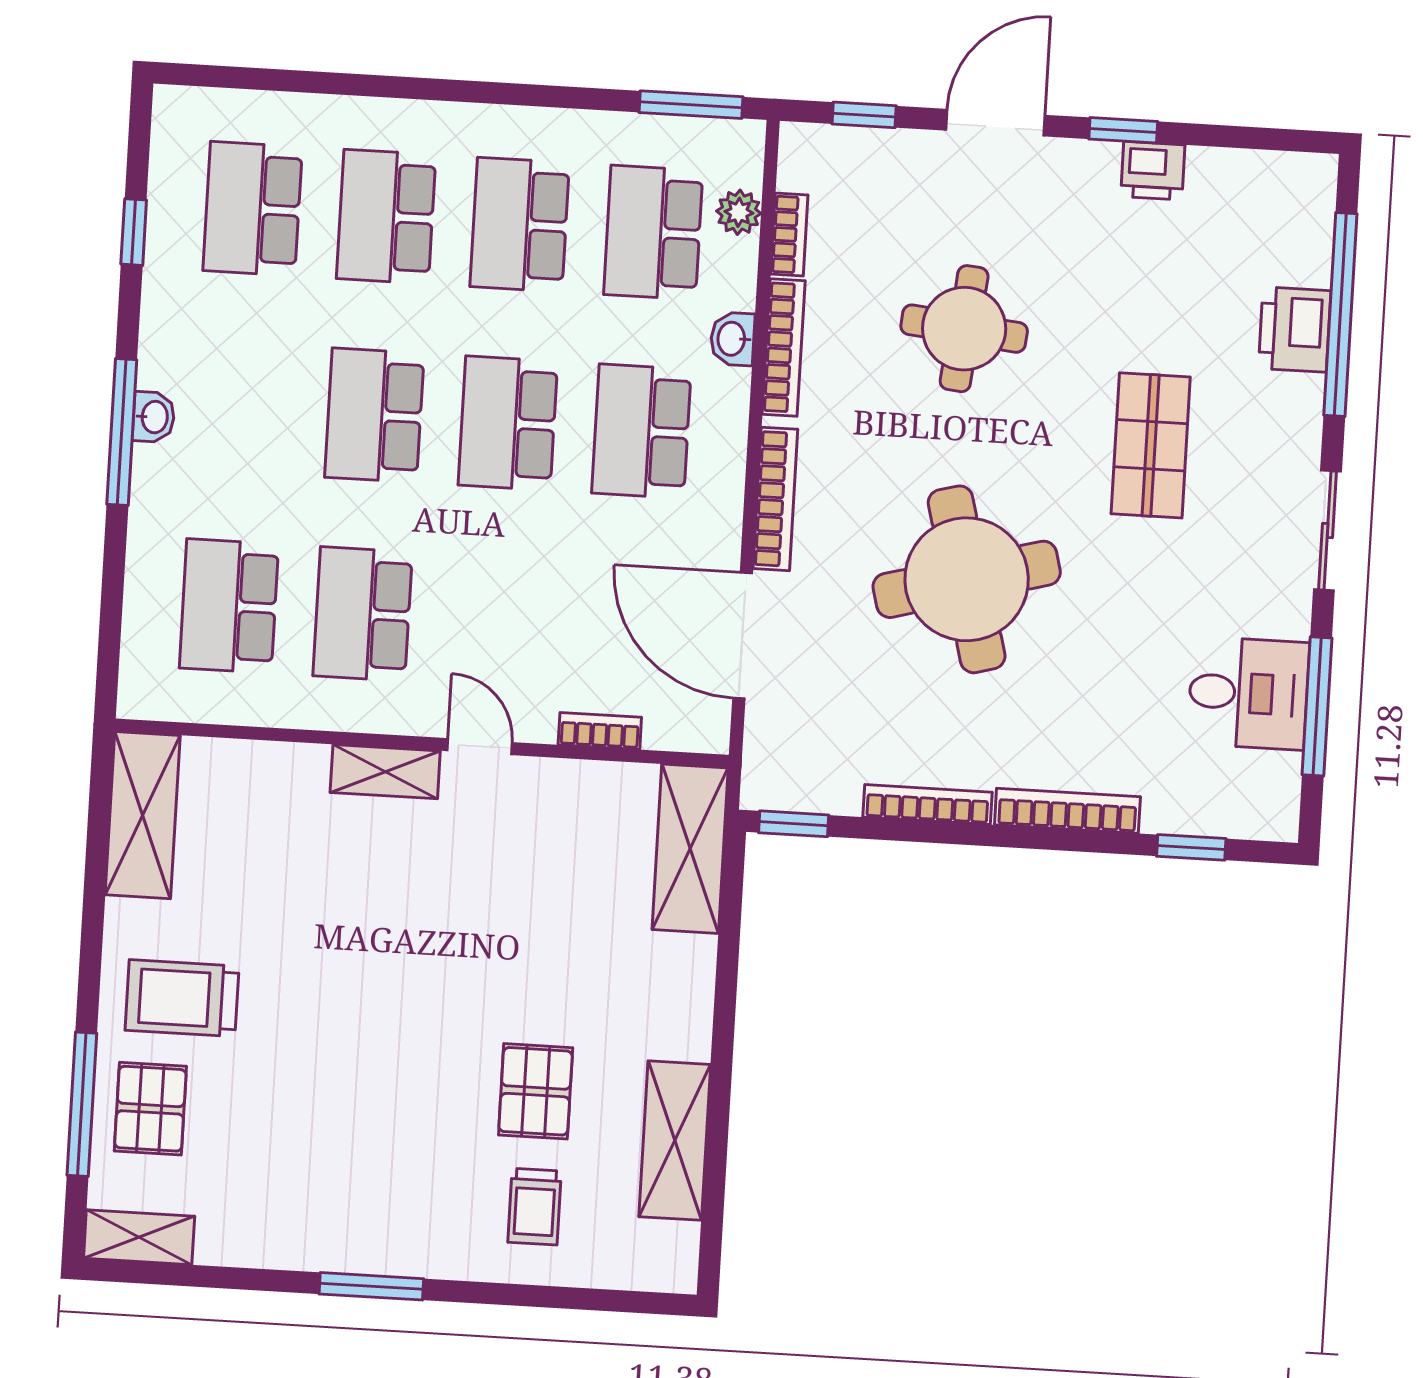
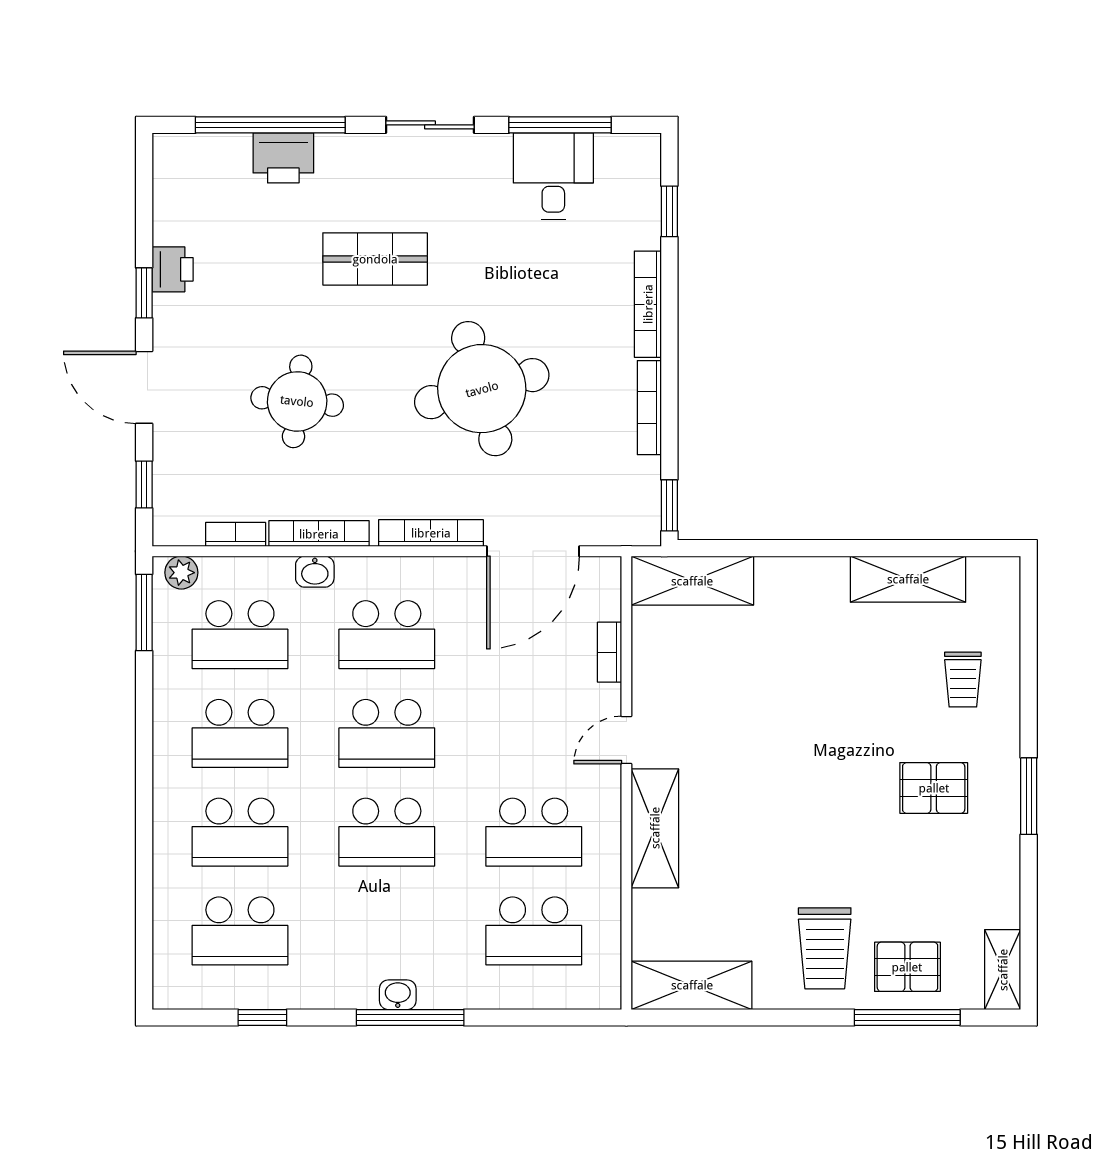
plant: (739, 212) -> (181, 573), moved
shelving: (385, 772) -> (655, 828), width x1.50, depth x1.33
pallet: (536, 1091) -> (934, 788), moved
trolley: (535, 1207) -> (963, 679), turned 90

